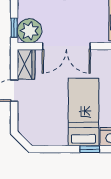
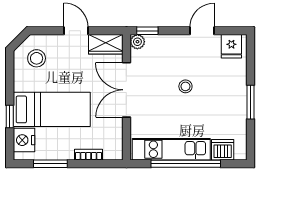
plant: (29, 31) -> (137, 42), width x0.53, depth x0.53
stool: (38, 125) -> (37, 58), added

